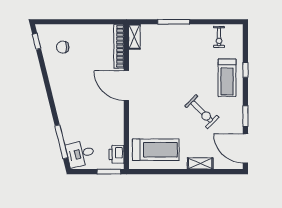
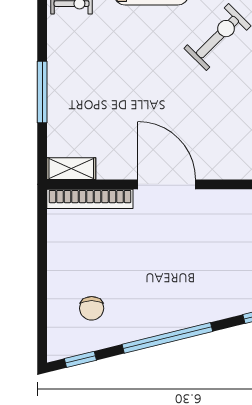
window: (48, 86) -> (167, 338), added
door: (126, 86) -> (167, 184), swing flipped

